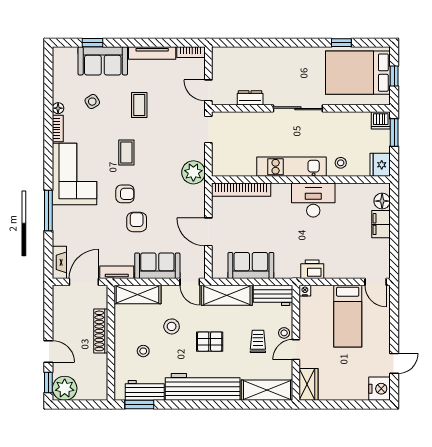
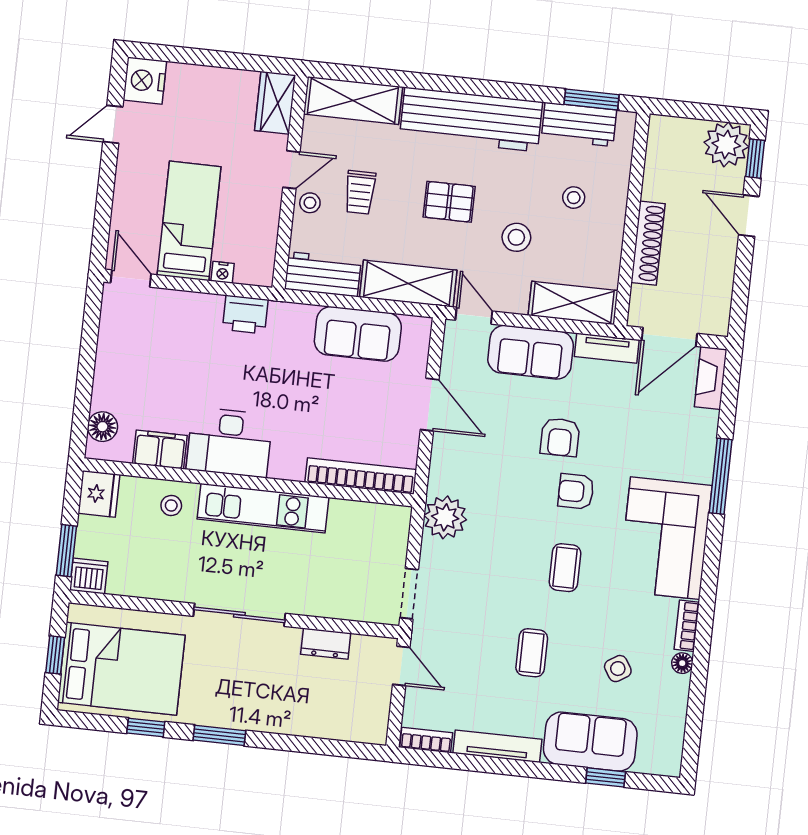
window: (302, 43) -> (219, 735), added
filing cabinet: (381, 224) -> (160, 450), moved, turned -90
nightstand: (305, 291) -> (223, 272), moved

